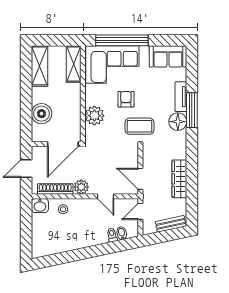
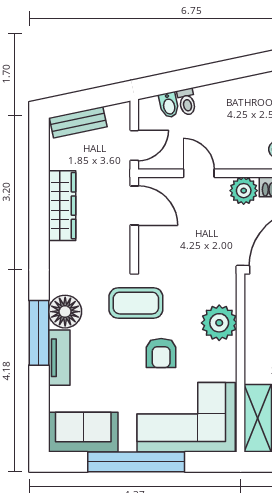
window: (122, 40) -> (136, 462), moved

